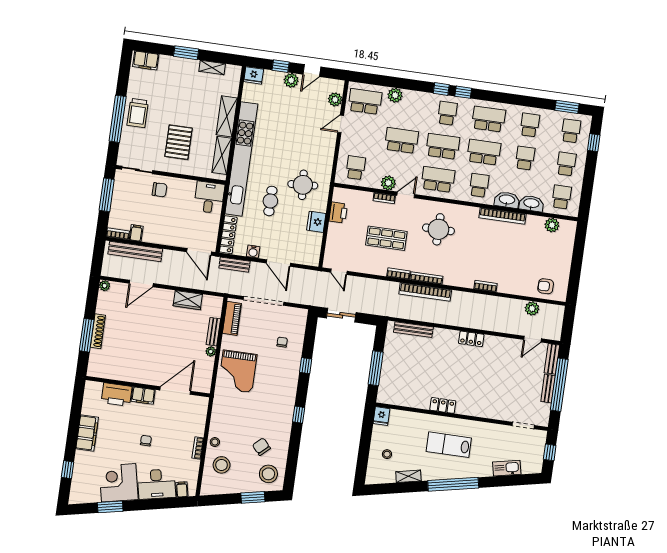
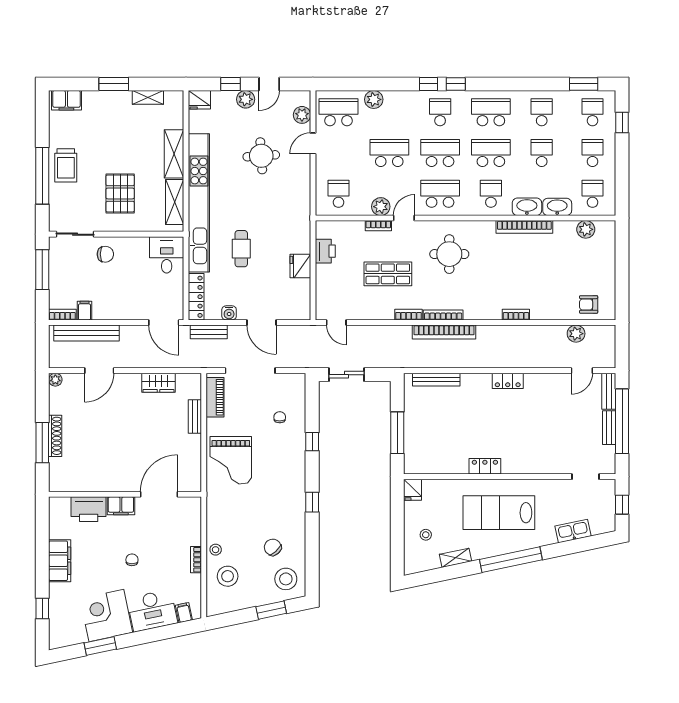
round table: (303, 185) -> (261, 156), moved
plant: (211, 351) -> (195, 441), removed
lab bench: (449, 445) -> (499, 513), width x1.36, depth x1.39

